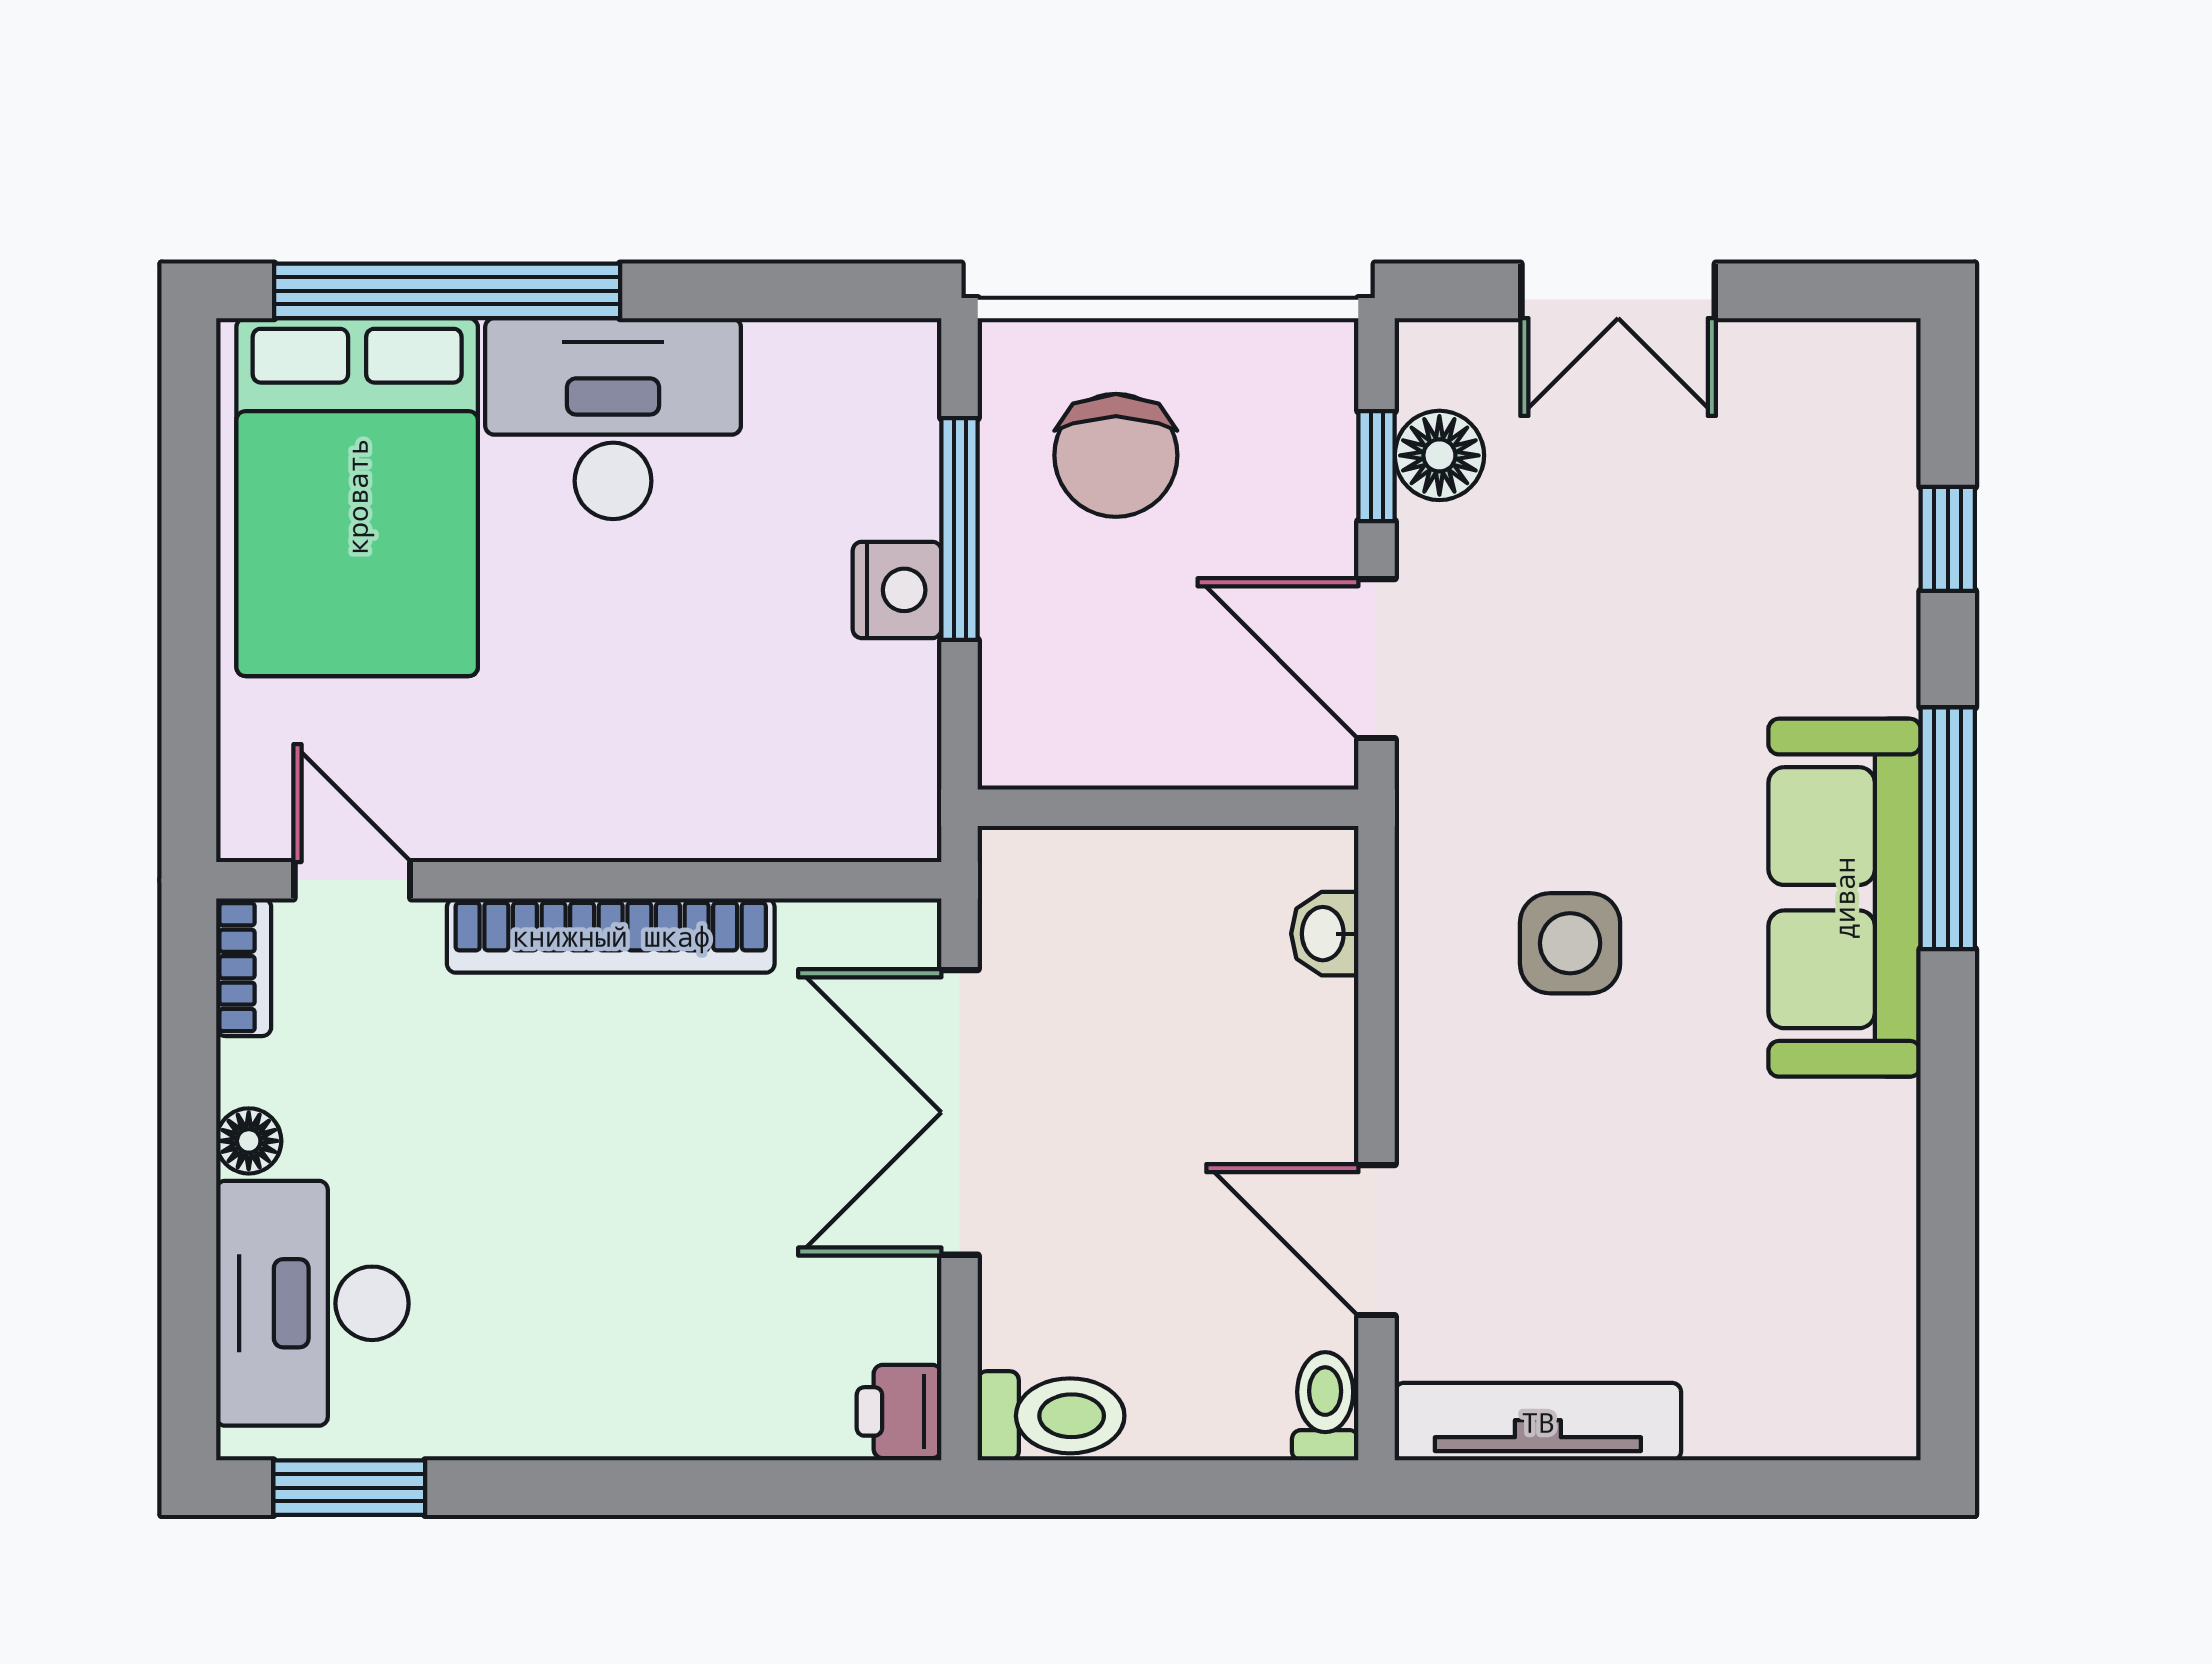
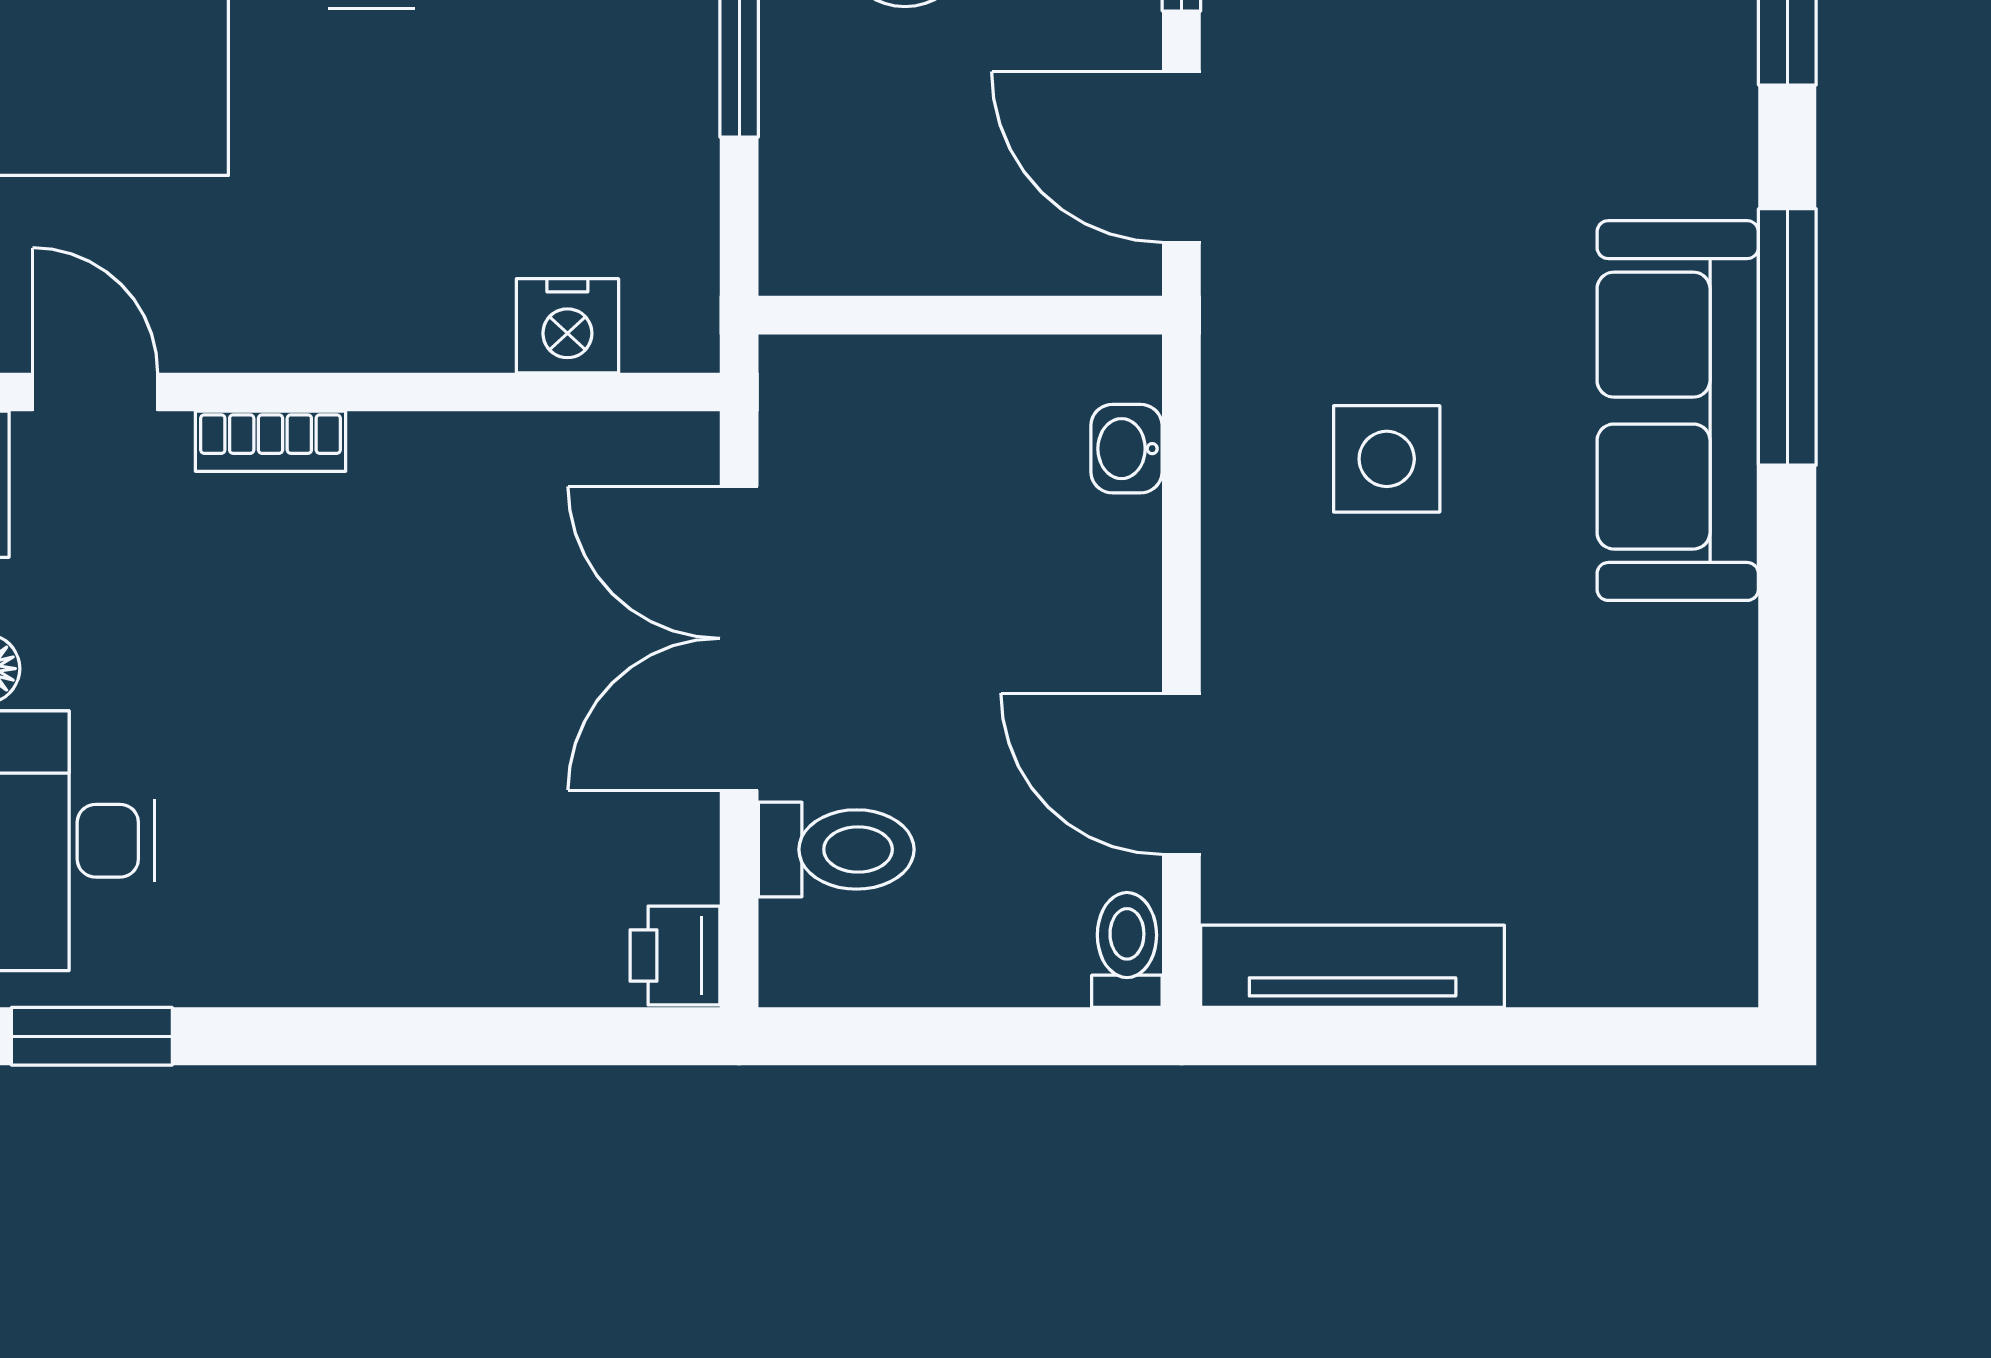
nightstand: (897, 590) -> (567, 326), moved, turned 90
bookcase: (611, 936) -> (271, 441), width x0.43, depth x0.76
toilet: (1051, 1416) -> (836, 849), moved

